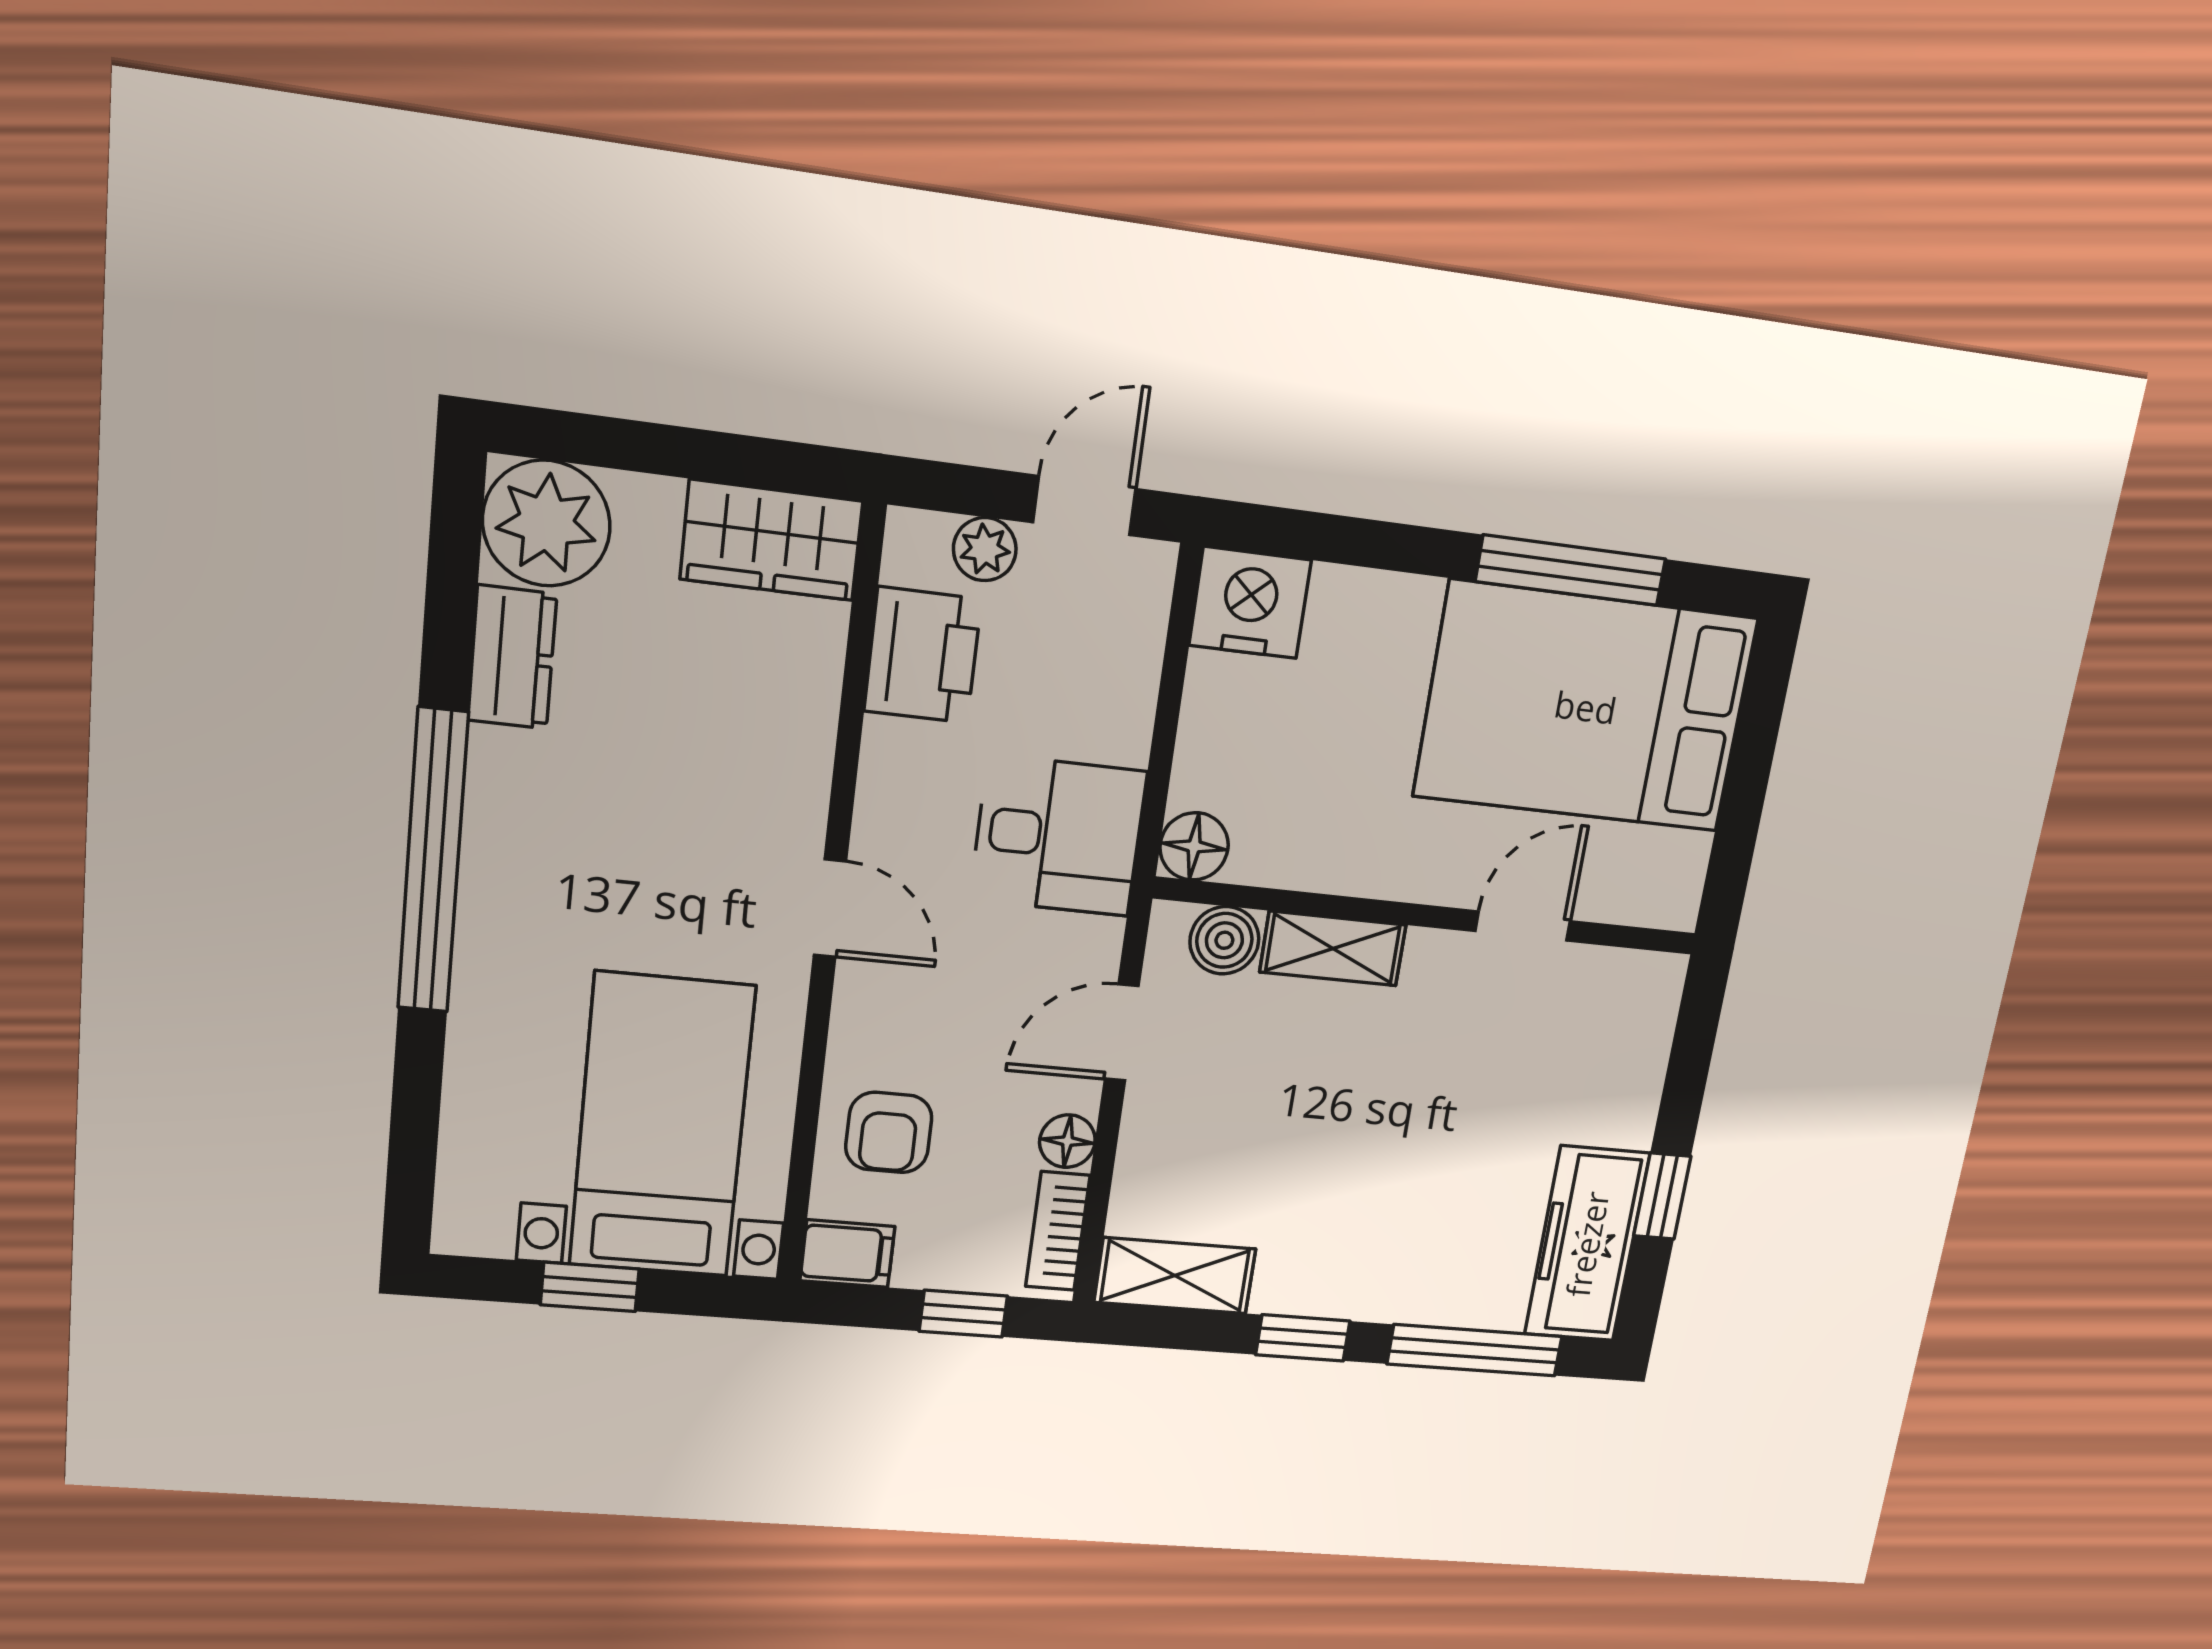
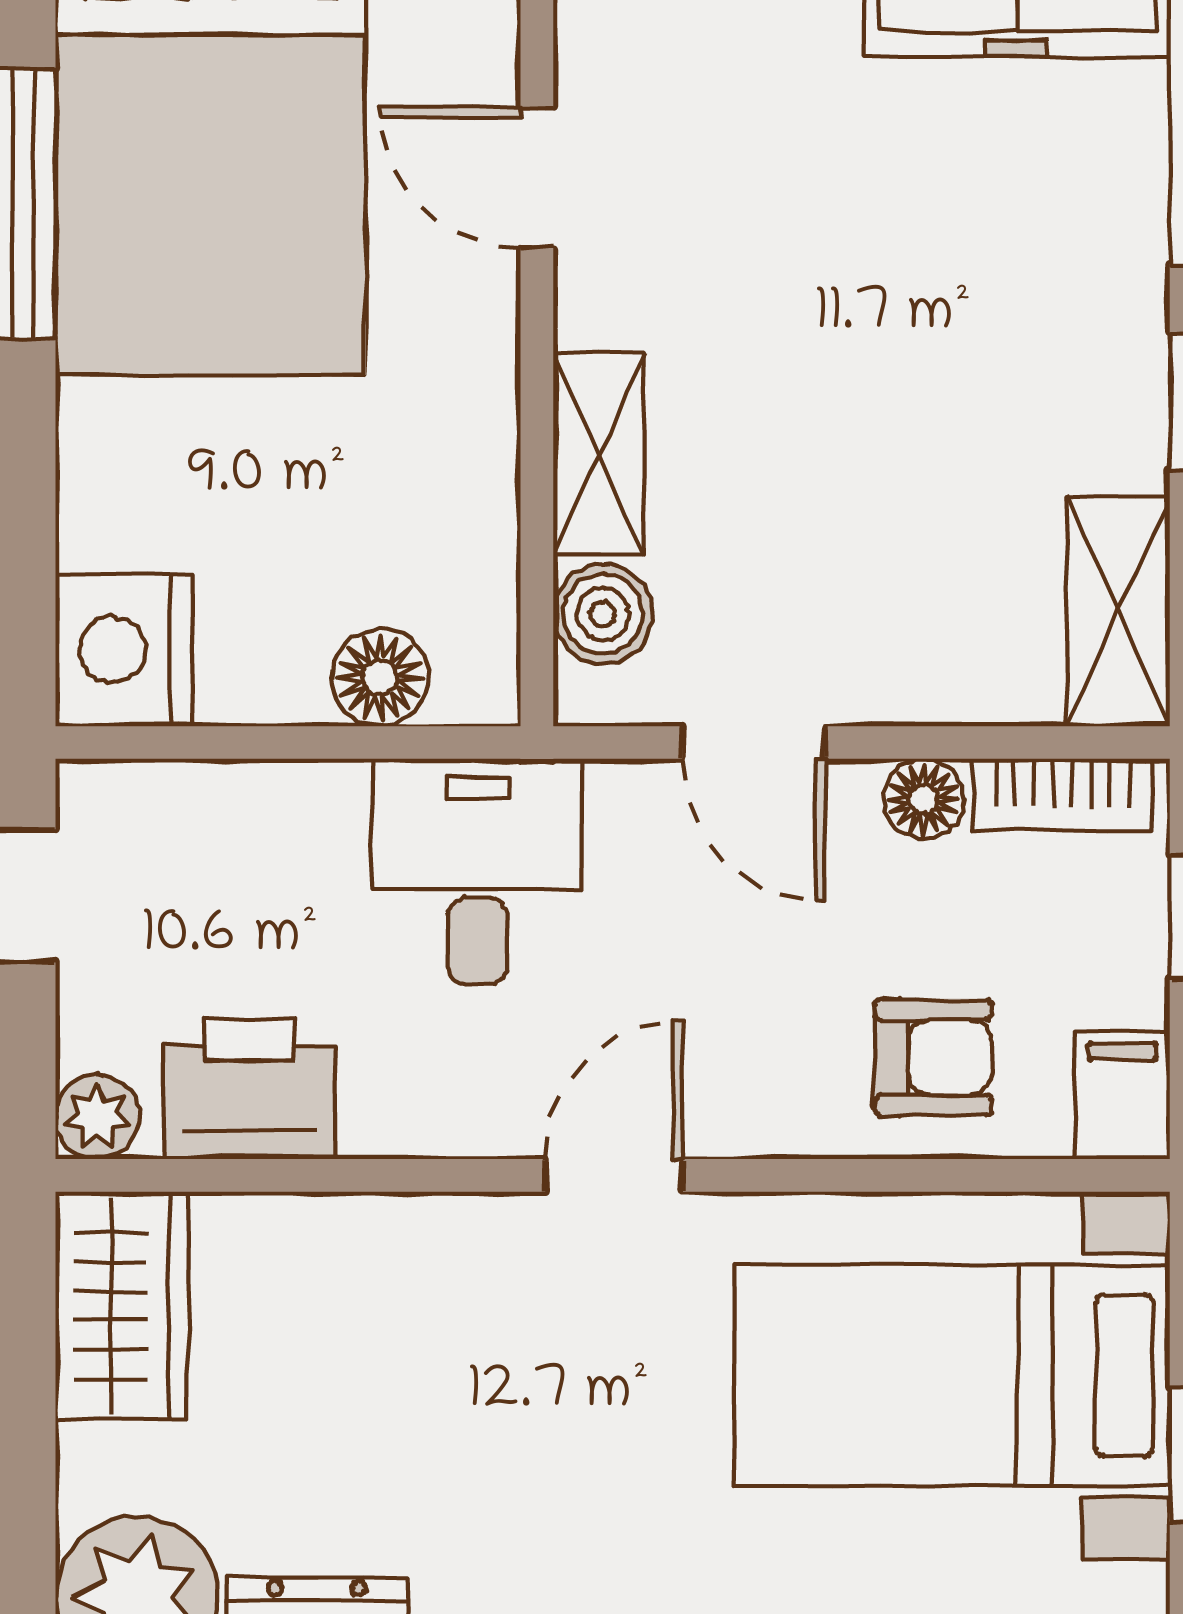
plant: (985, 549) -> (97, 1117), moved
floor lamp: (1194, 846) -> (380, 678), moved

